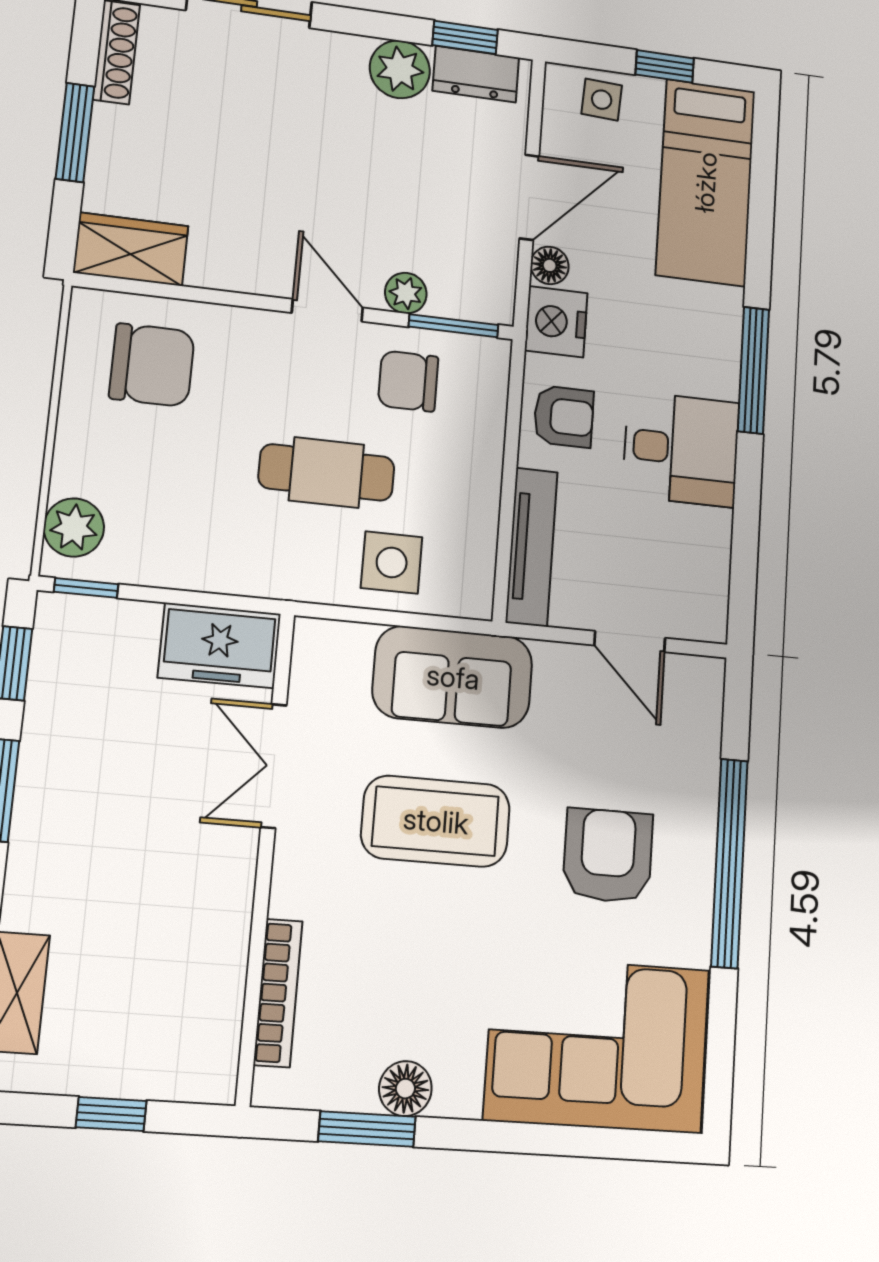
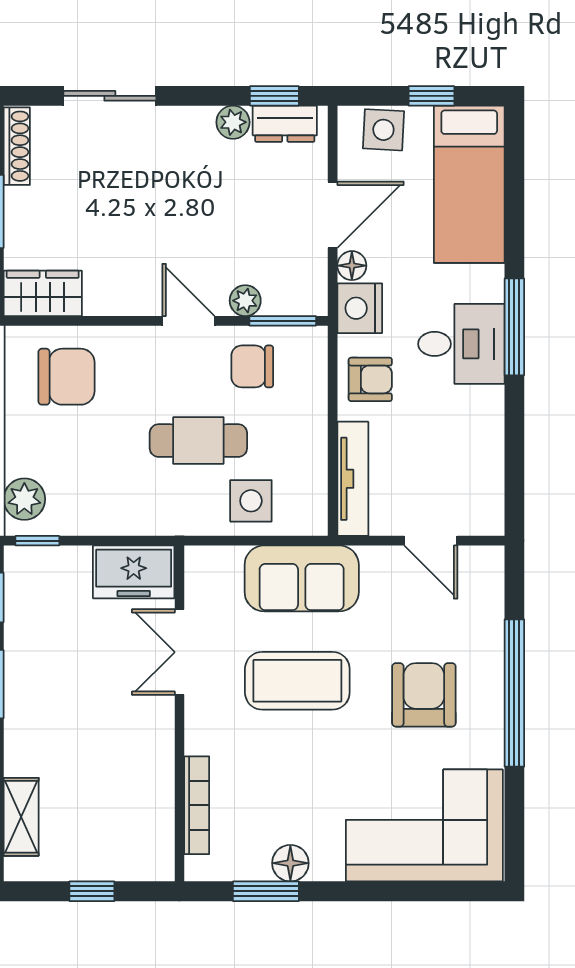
plant: (400, 69) -> (233, 122), width x0.73, depth x0.73
side table: (602, 100) -> (383, 130), width x1.37, depth x1.37
desk: (681, 449) -> (461, 344), moved

